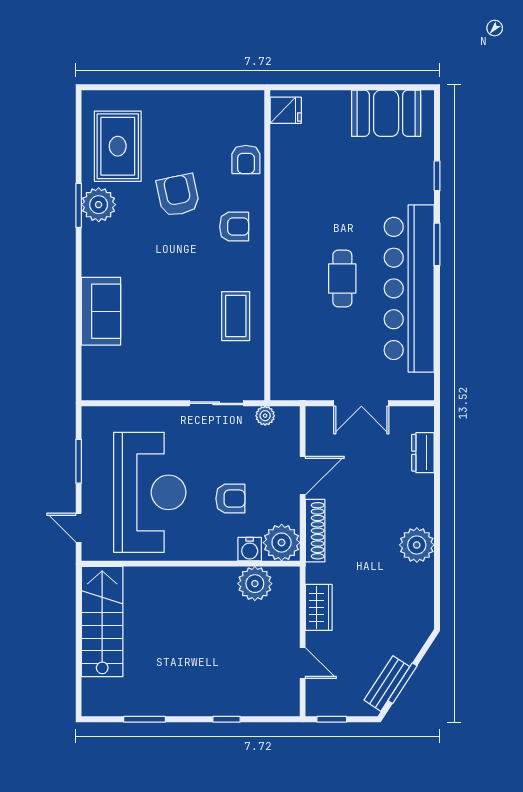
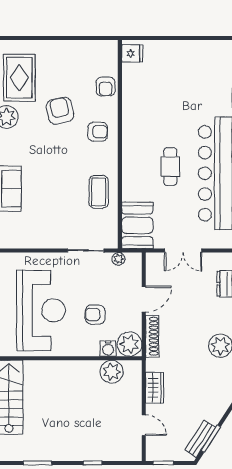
booth: (386, 113) -> (137, 225), moved, turned 90
armchair: (230, 499) -> (95, 315), turned 180

